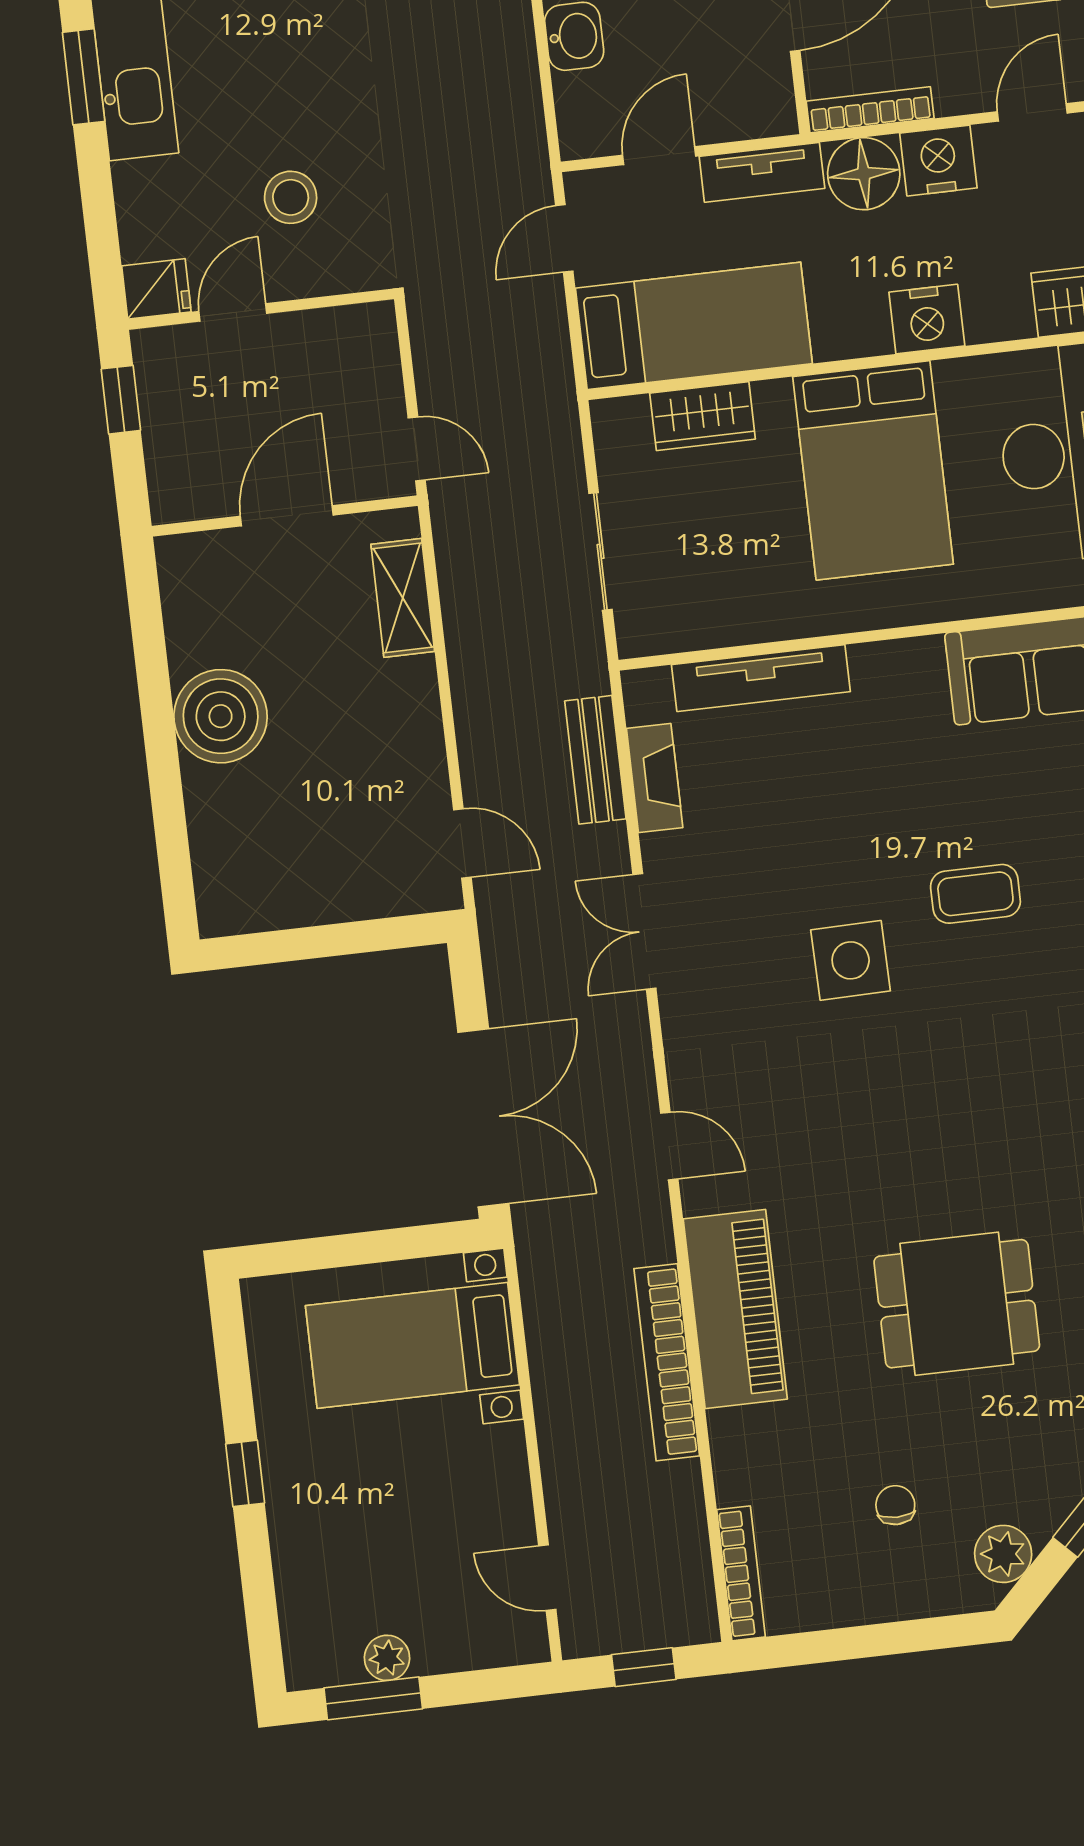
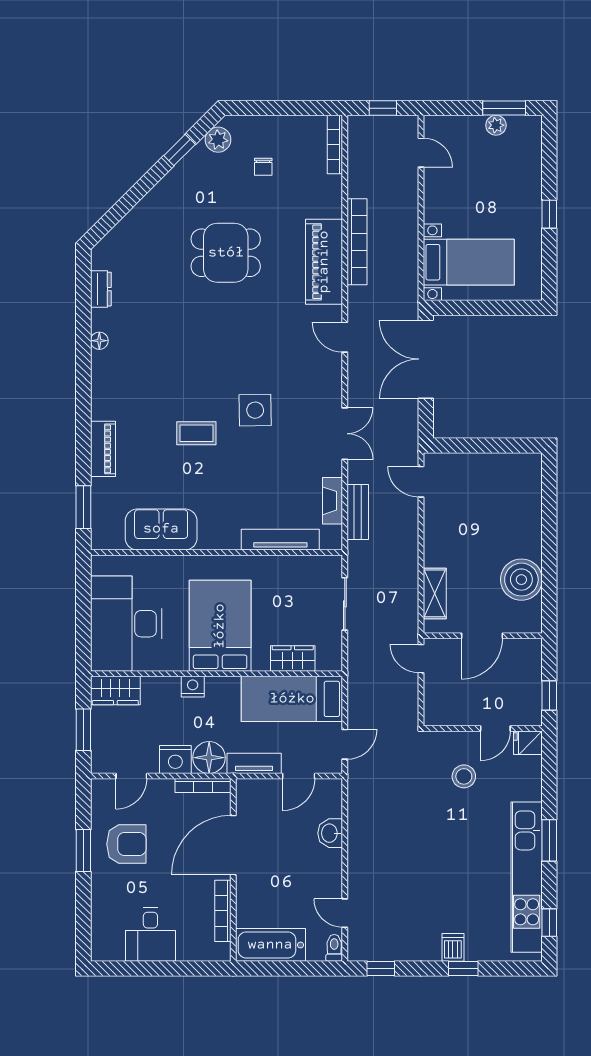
nightstand: (927, 319) -> (193, 687), width x0.74, depth x0.75
boiler: (221, 716) -> (521, 580), moved

